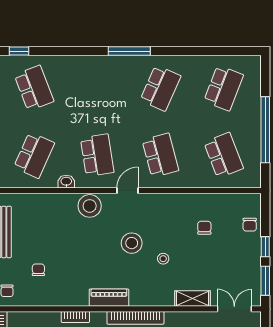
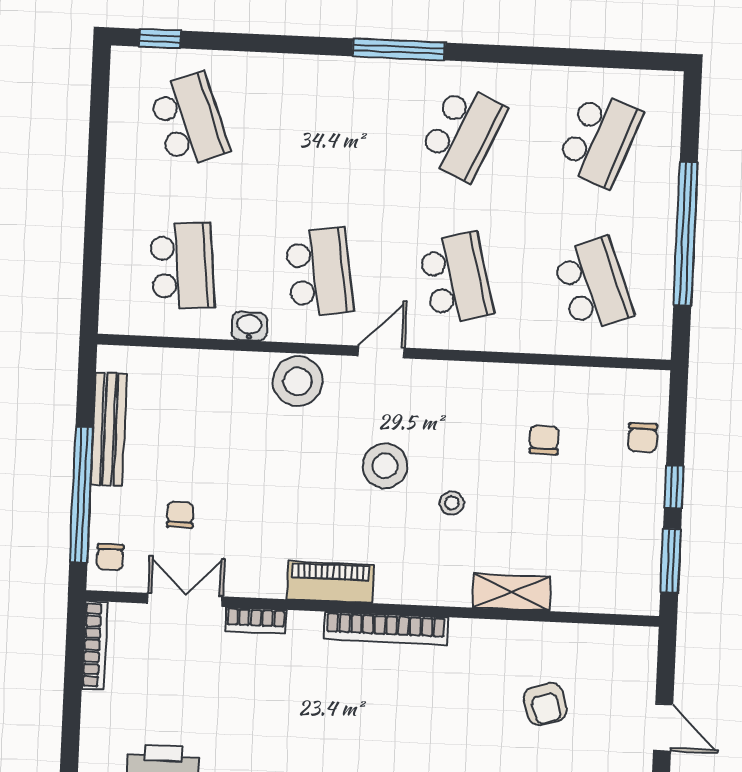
school desk: (34, 155) -> (182, 266), turned -30
double door: (234, 309) -> (185, 600), moved

